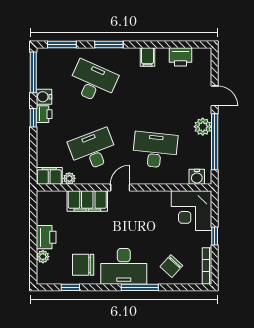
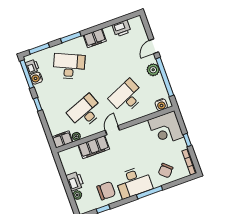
filing cabinet: (147, 57) -> (95, 38), width x2.00
door: (215, 96) -> (154, 46), swing flipped
water cooler: (44, 97) -> (36, 78), moved
printer: (44, 114) -> (32, 67), moved
desk: (155, 150) -> (127, 97), turned -30
chair: (83, 265) -> (106, 191), turned 180

